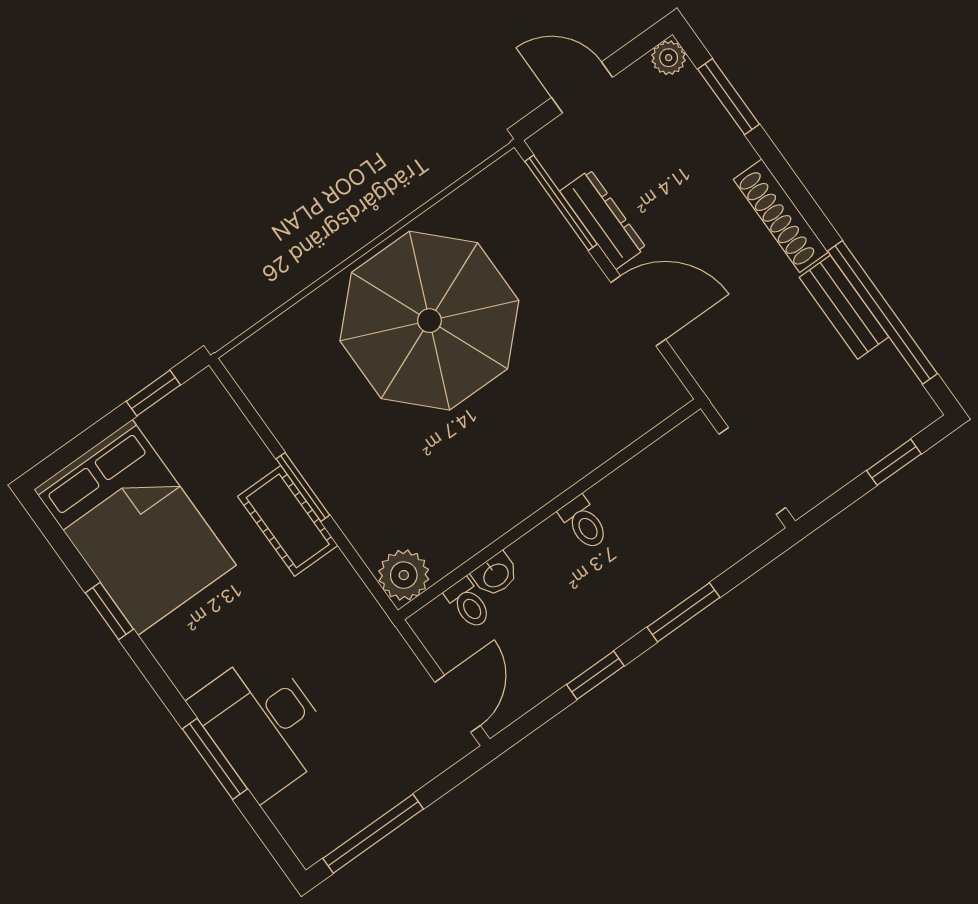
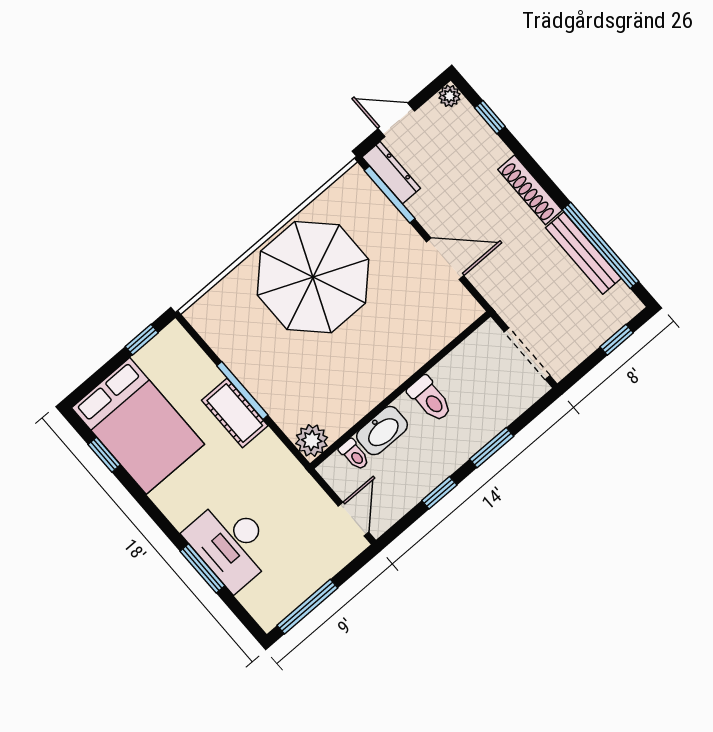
window: (729, 97) -> (490, 117), width x0.67
dresser: (603, 220) -> (391, 173), moved
bench: (844, 307) -> (583, 253), width x1.36
window: (303, 487) -> (242, 390), width x1.44
toilet: (584, 523) -> (430, 399), width x1.37, depth x1.39
washbasin: (495, 575) -> (382, 431), width x1.91, depth x1.45
window: (109, 611) -> (104, 455), moved

